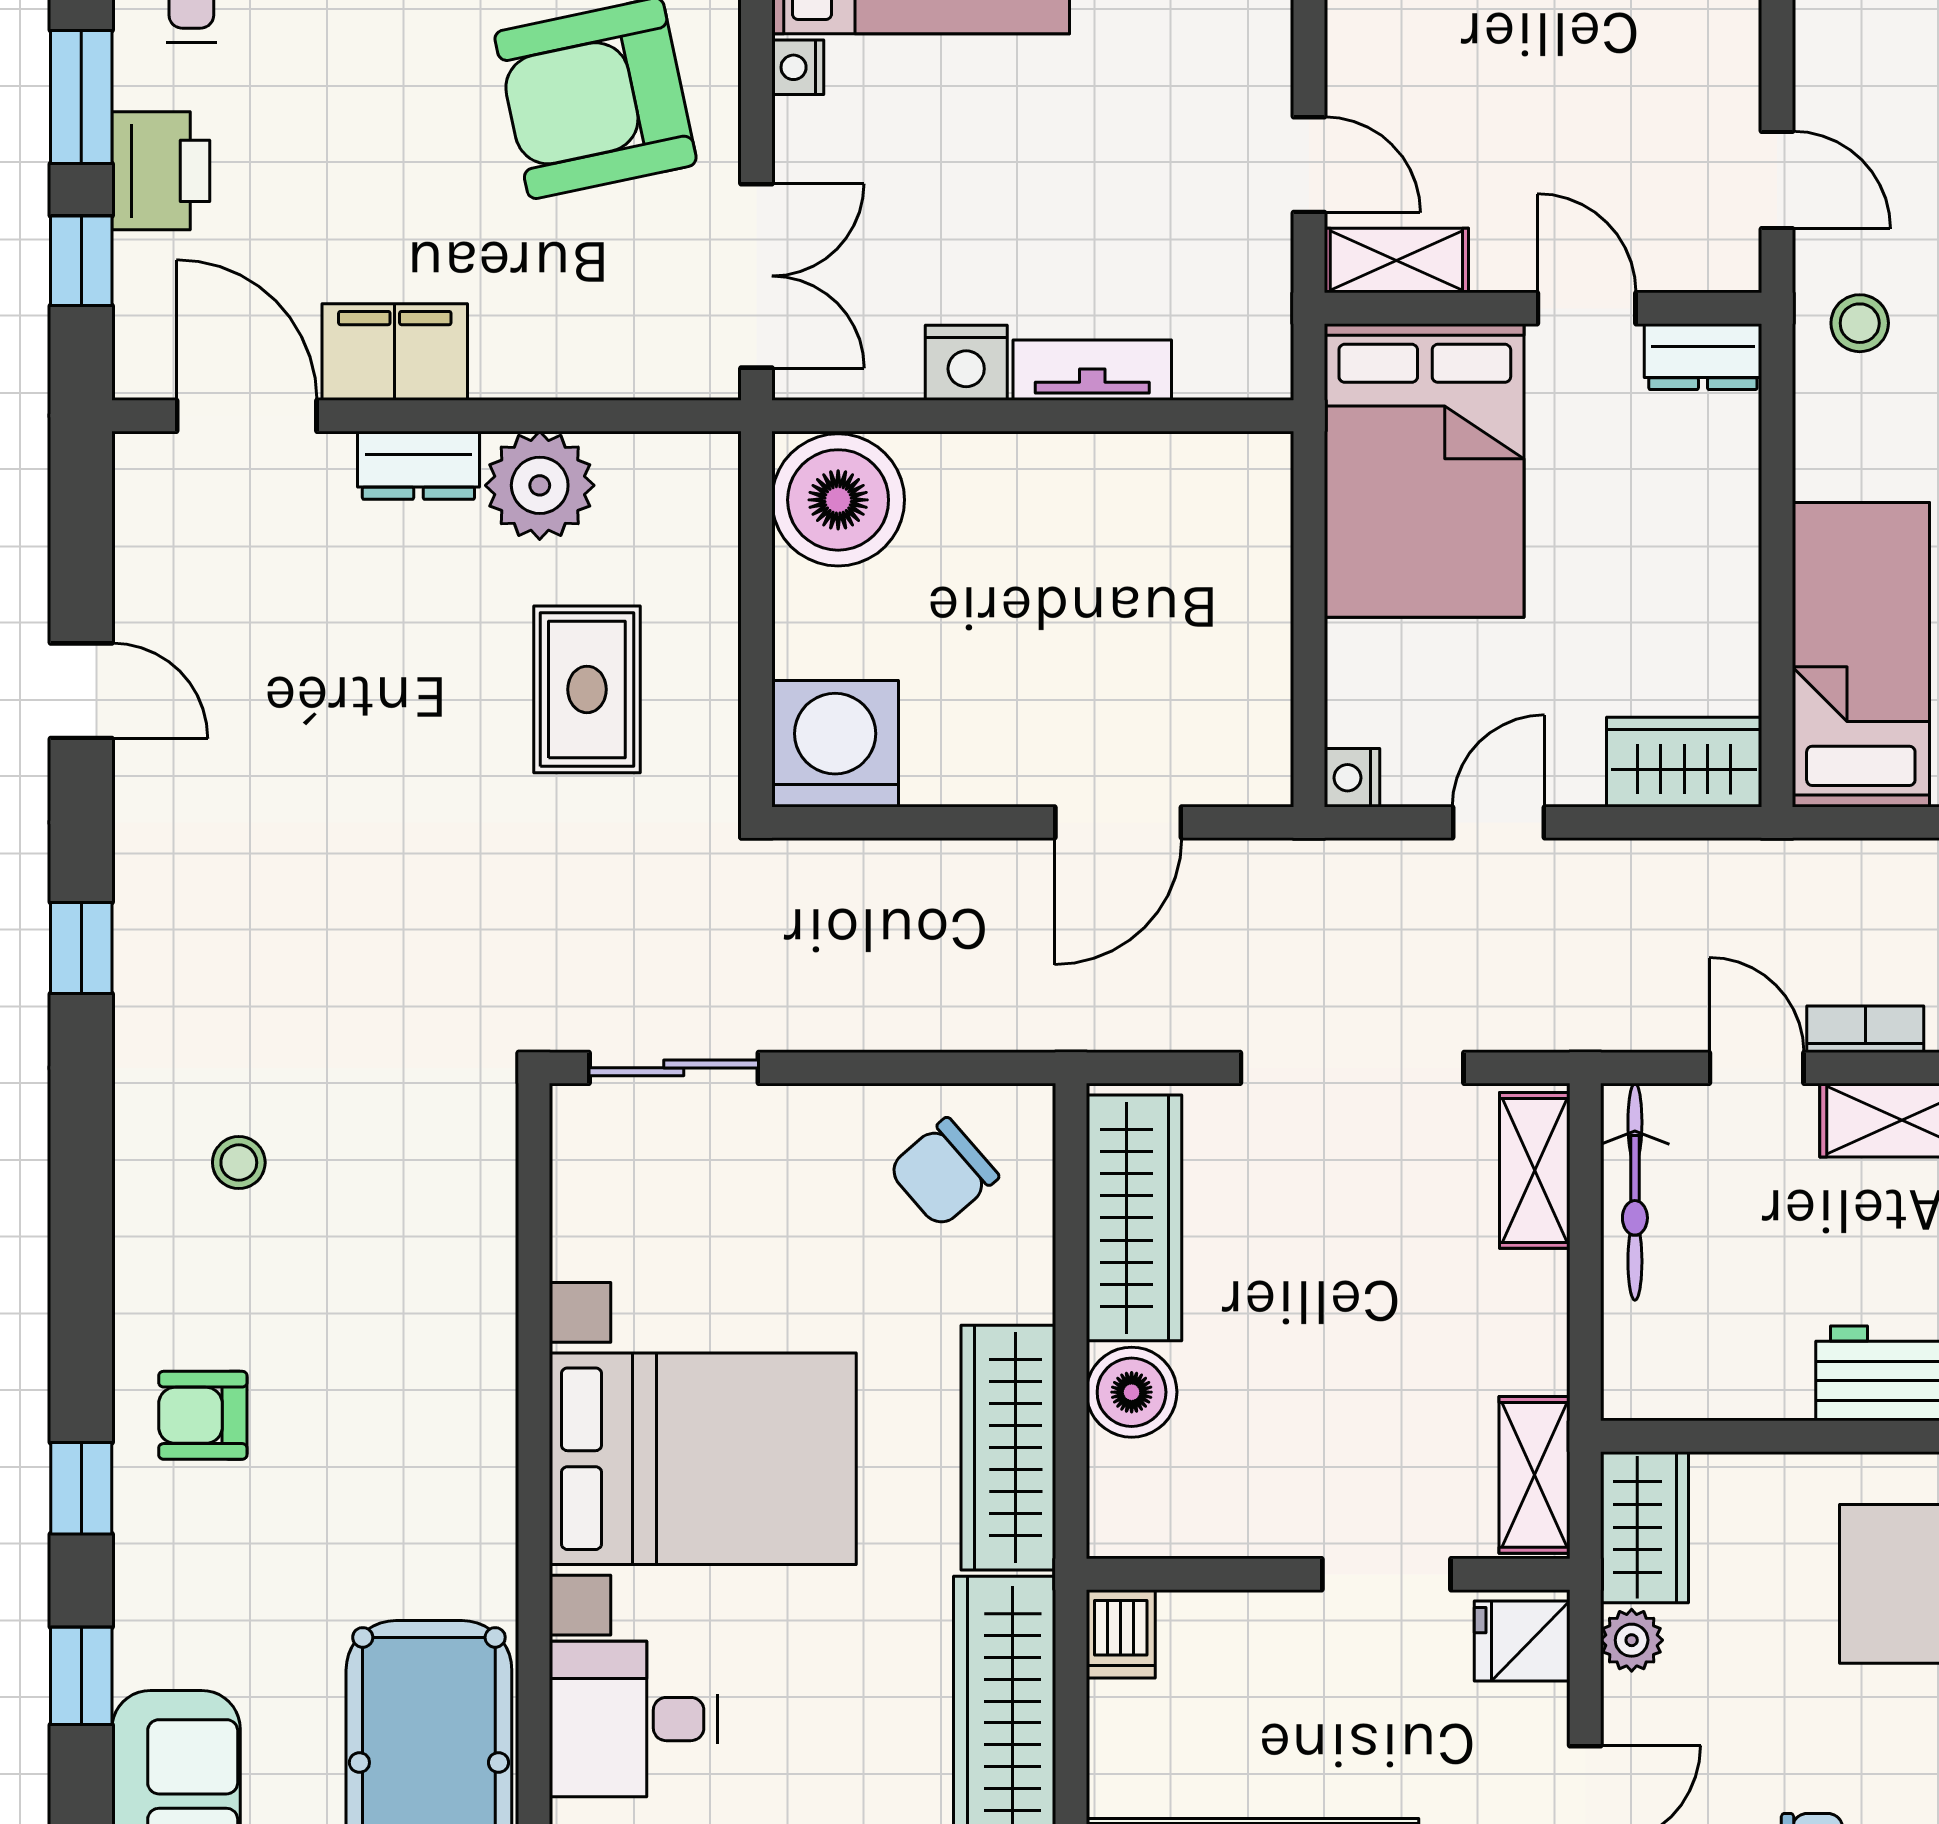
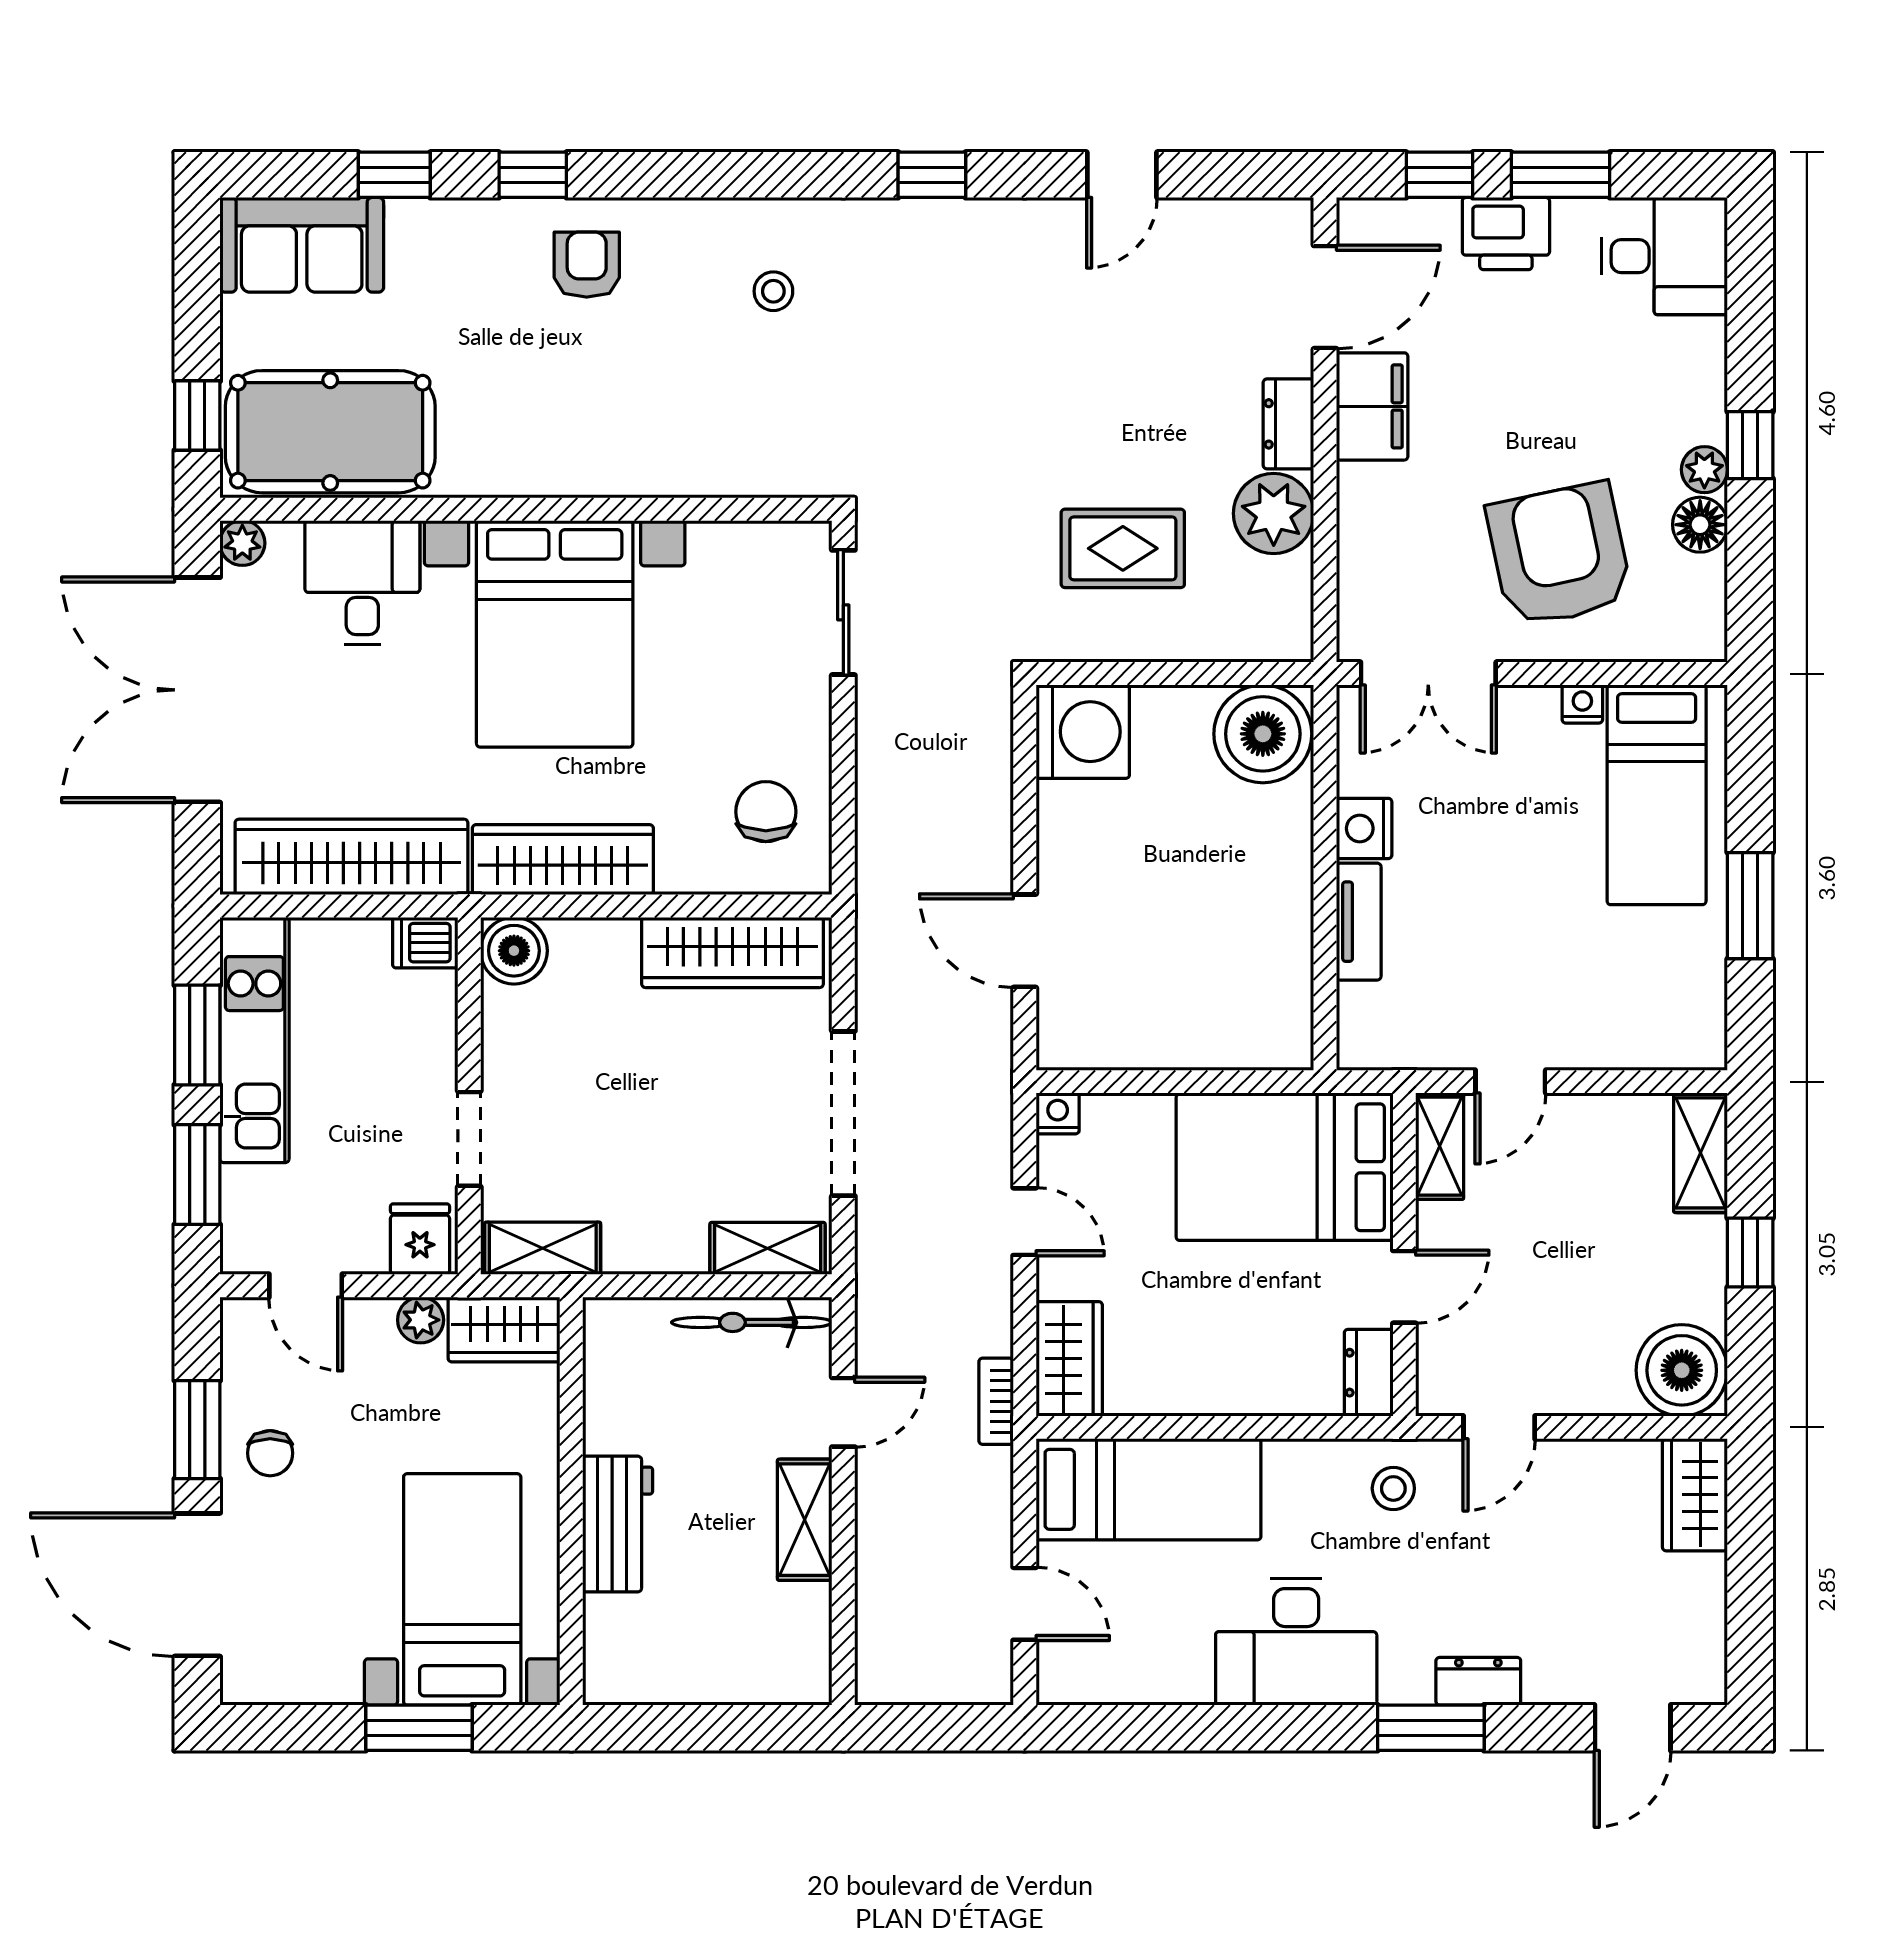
bookcase: (1865, 1029) -> (996, 1401), moved, turned 180
chair: (943, 1173) -> (766, 812), turned 41
boiler: (1132, 1392) -> (514, 951), moved

